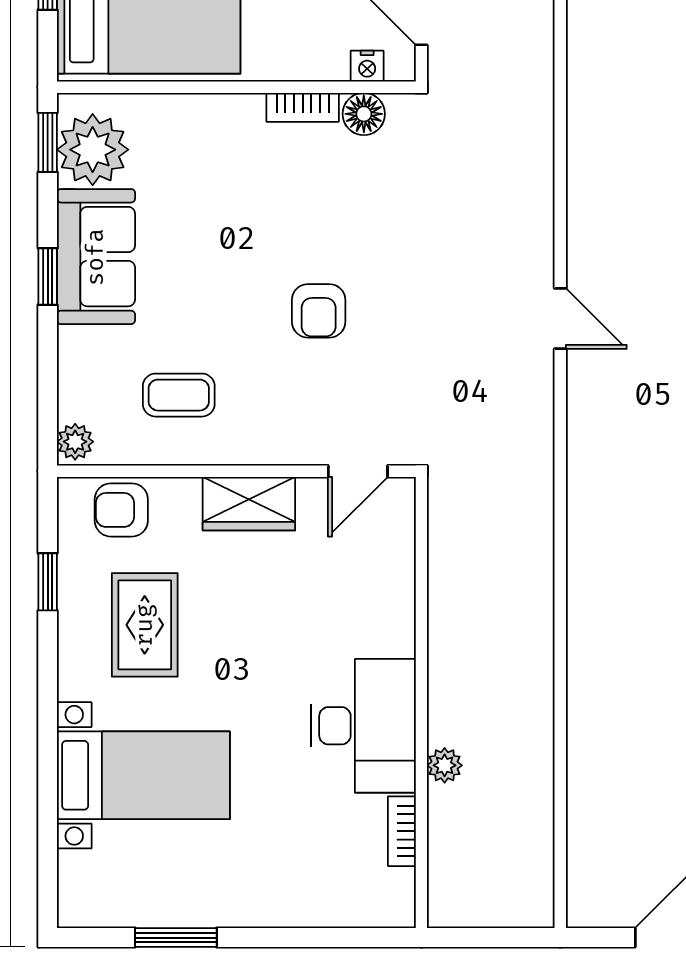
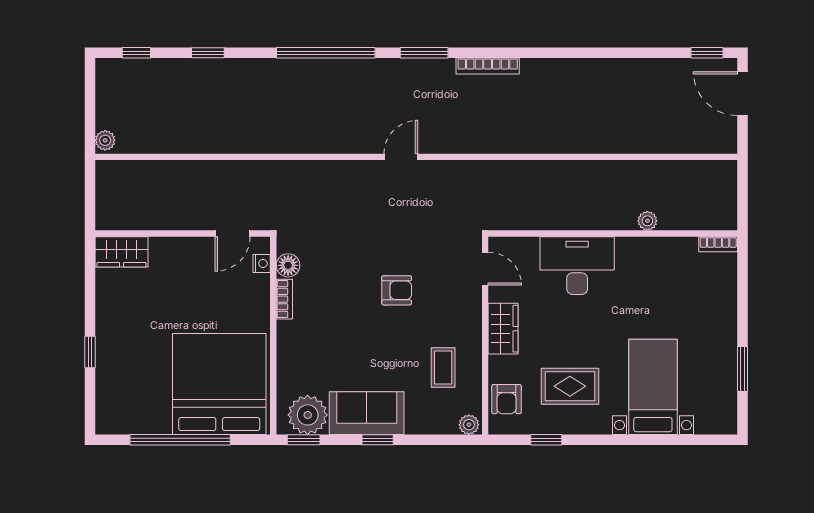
desk: (363, 726) -> (577, 266), moved
bookcase: (402, 831) -> (718, 244), moved

